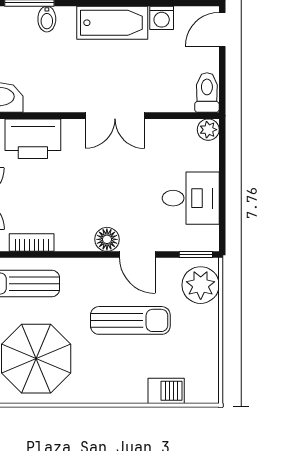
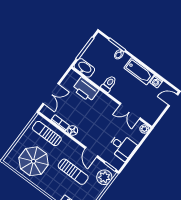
toilet: (207, 93) -> (109, 84), moved
double door: (115, 116) -> (130, 111), moved
floor lamp: (107, 239) -> (73, 131), moved

